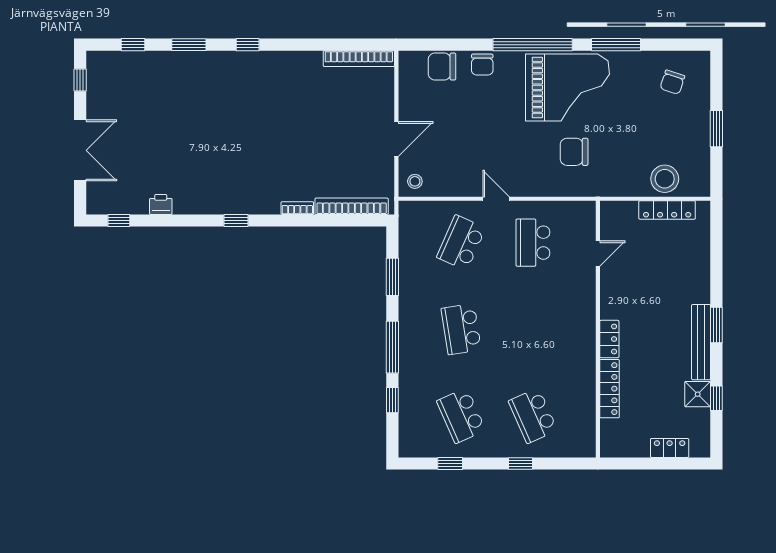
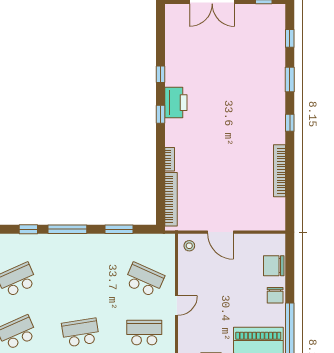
bookcase: (359, 59) -> (280, 171), moved
chair: (482, 65) -> (275, 295), turned -90
chair: (442, 67) -> (274, 266), turned -90
printer: (161, 204) -> (176, 103), moved, width x1.87, depth x1.48
window: (119, 220) -> (161, 74), moved
school desk: (461, 329) -> (81, 333), moved

